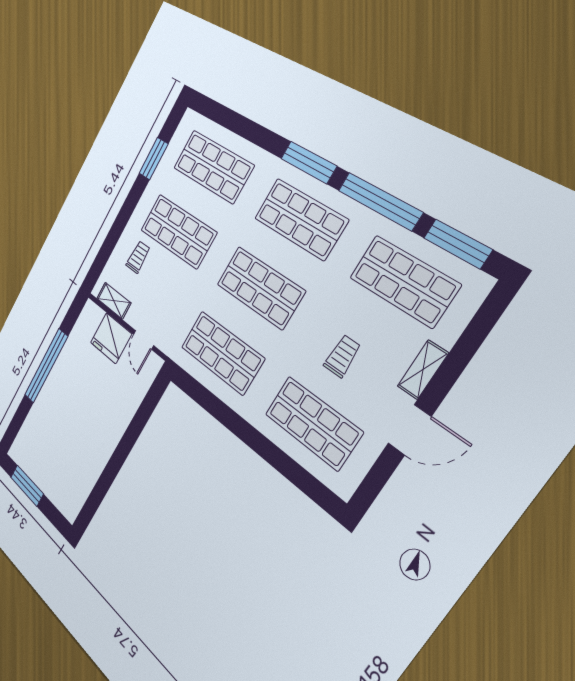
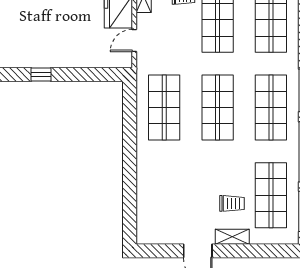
trolley: (342, 356) -> (232, 203), moved
shop shelf: (313, 423) -> (164, 195), removed
window: (114, 465) -> (41, 74), added

